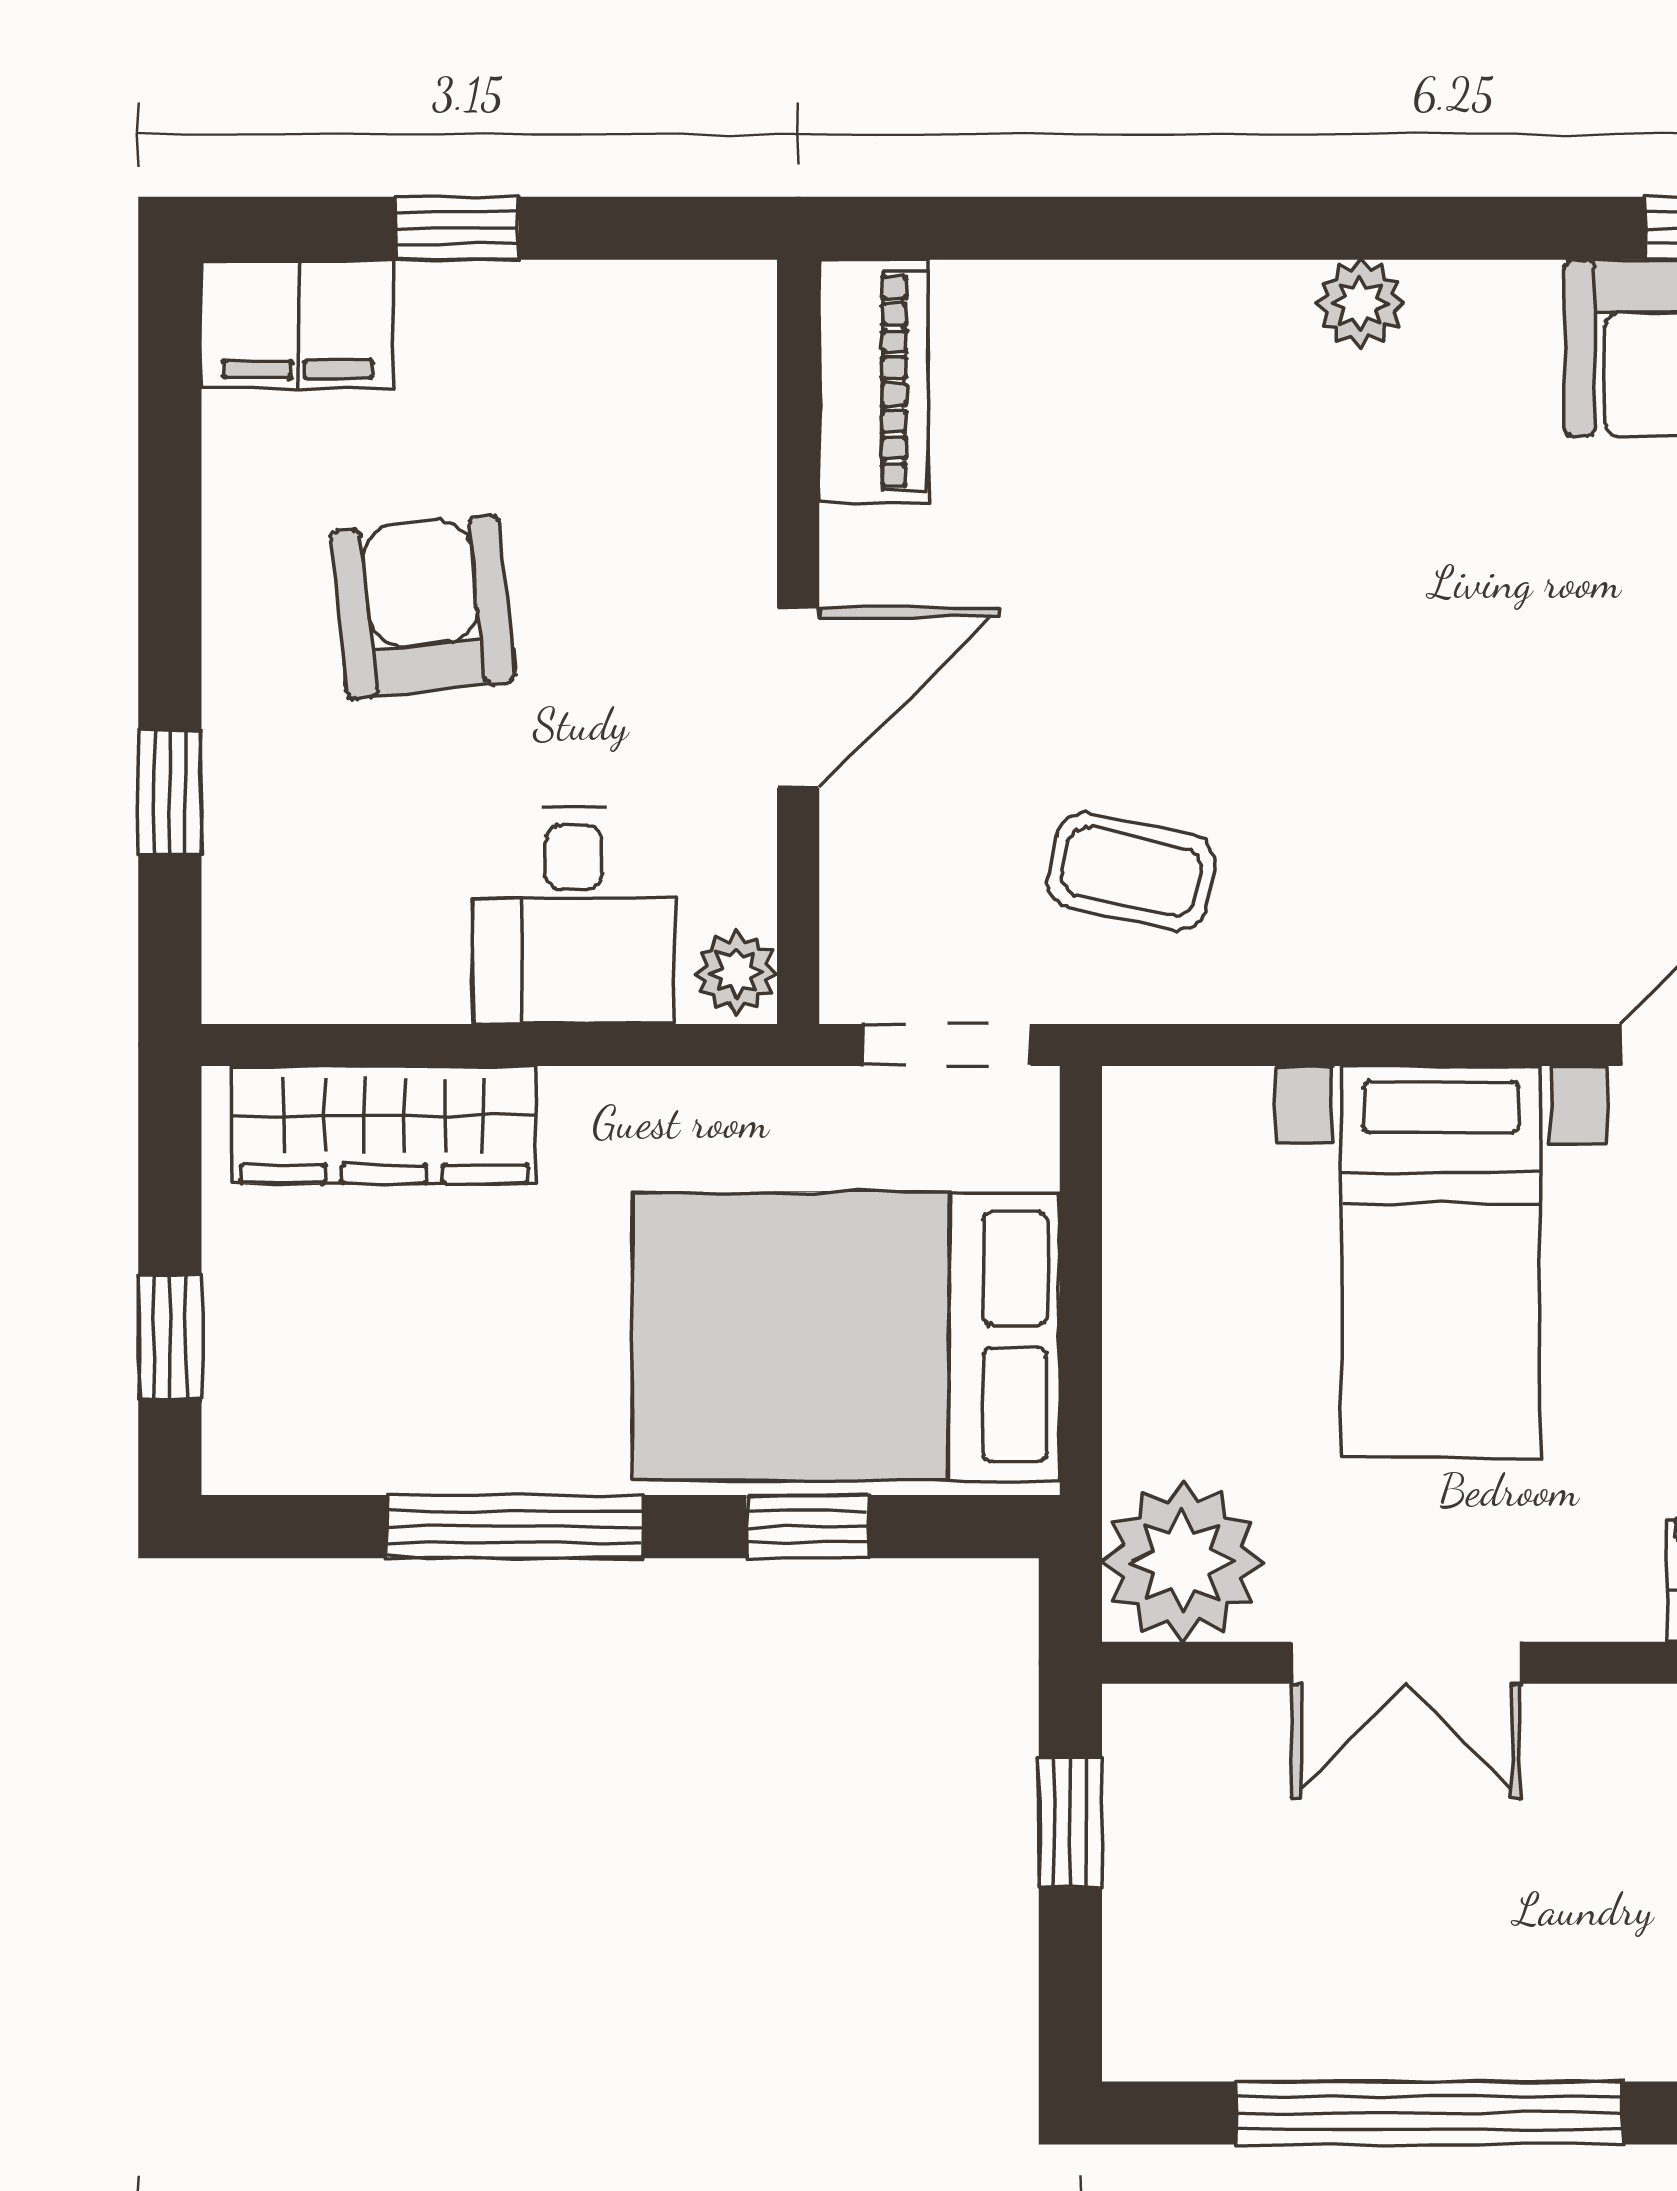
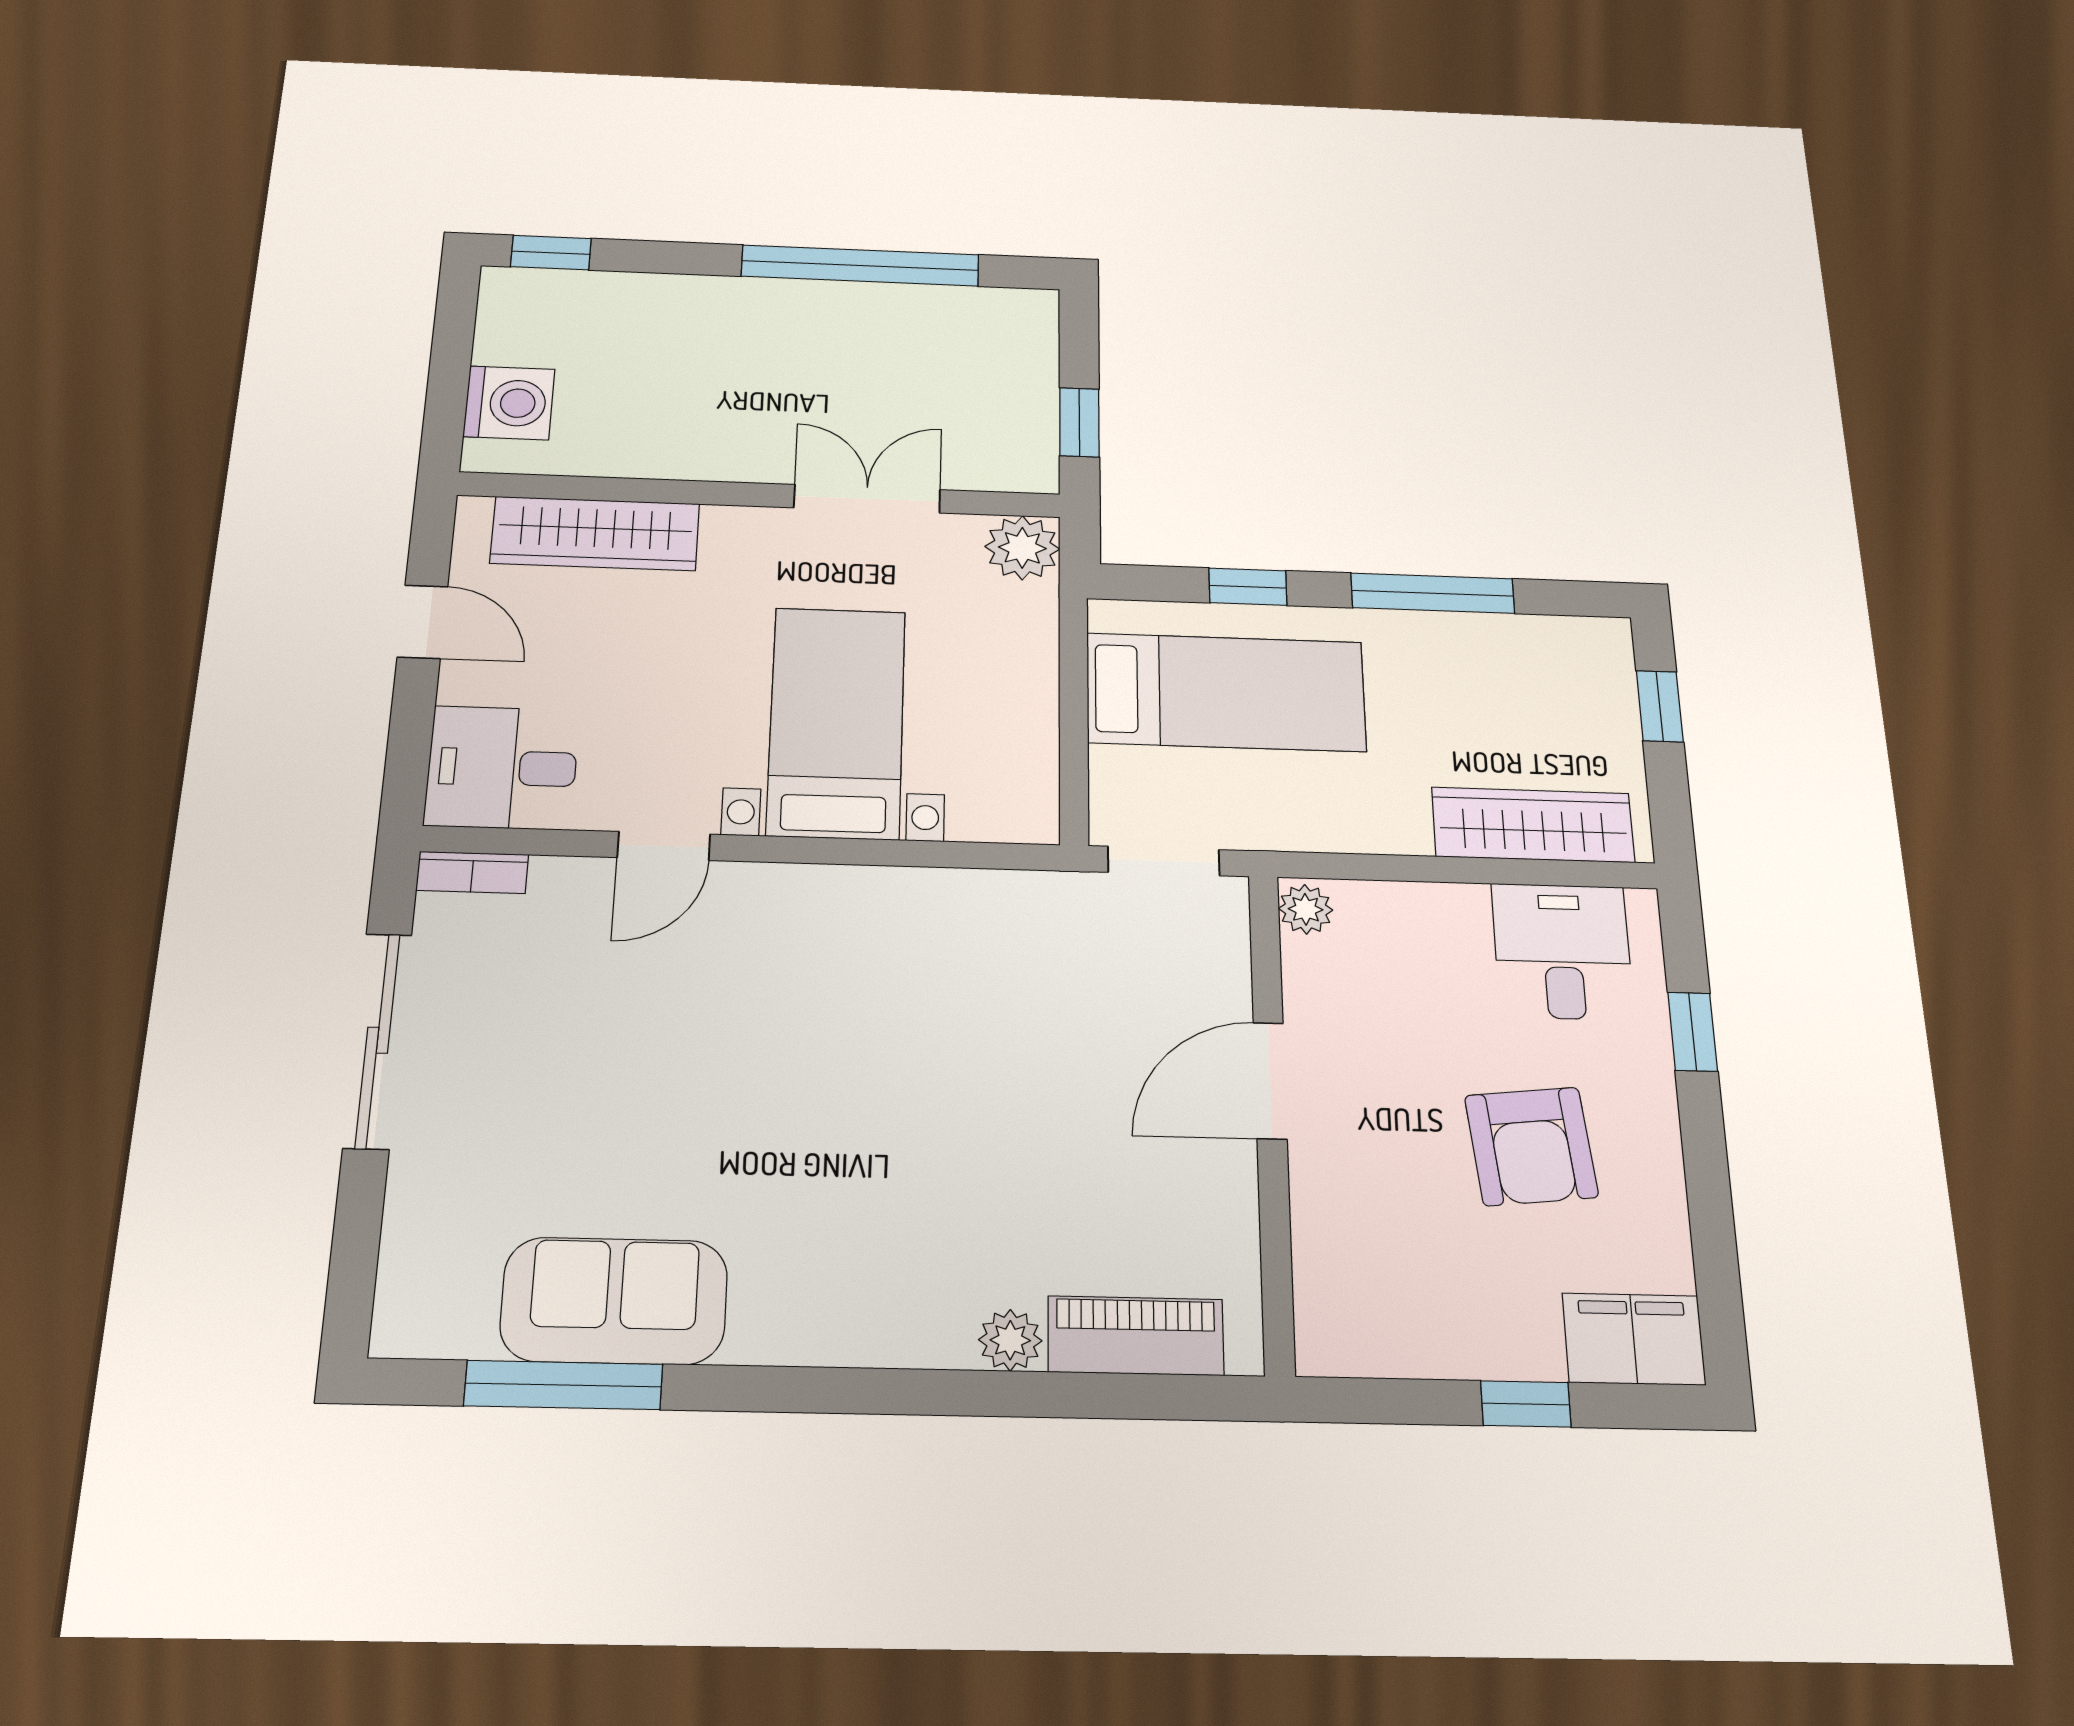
plant: (1360, 304) -> (1010, 1340), moved
piano: (873, 381) -> (1136, 1336), moved, turned 90
coffee table: (1131, 871) -> (1040, 964), removed
desk: (574, 916) -> (1562, 951), moved
bed: (846, 1336) -> (1226, 692), width x0.67
plant: (1182, 1561) -> (1022, 548), width x0.73, depth x0.73

